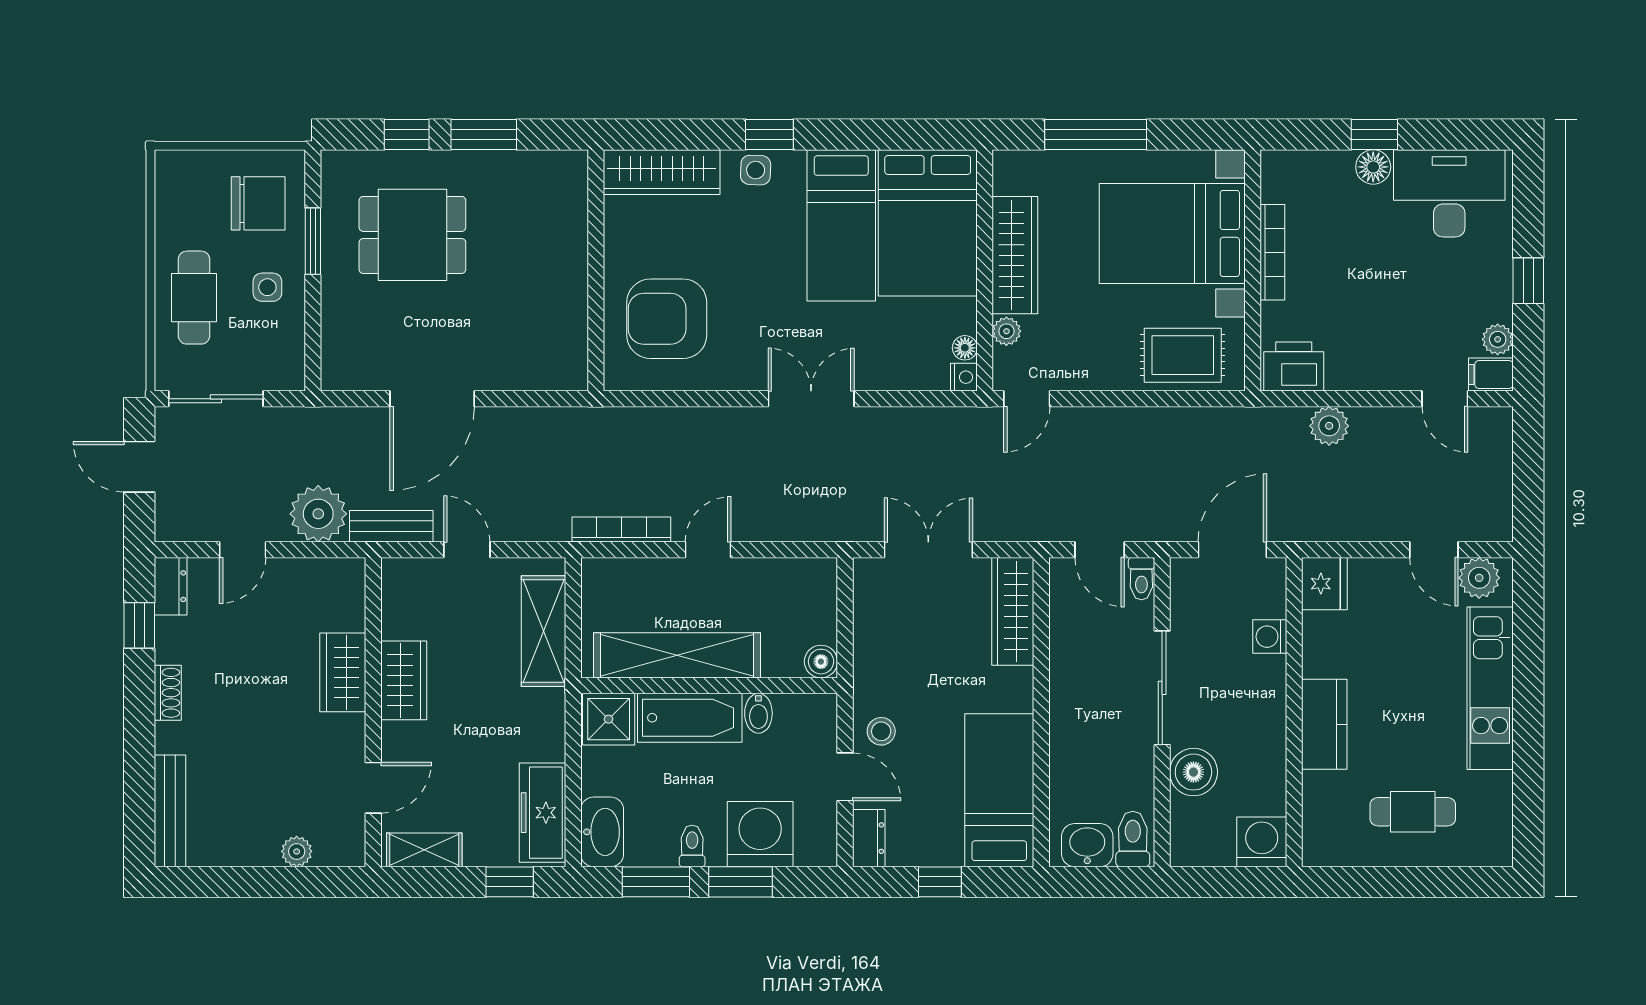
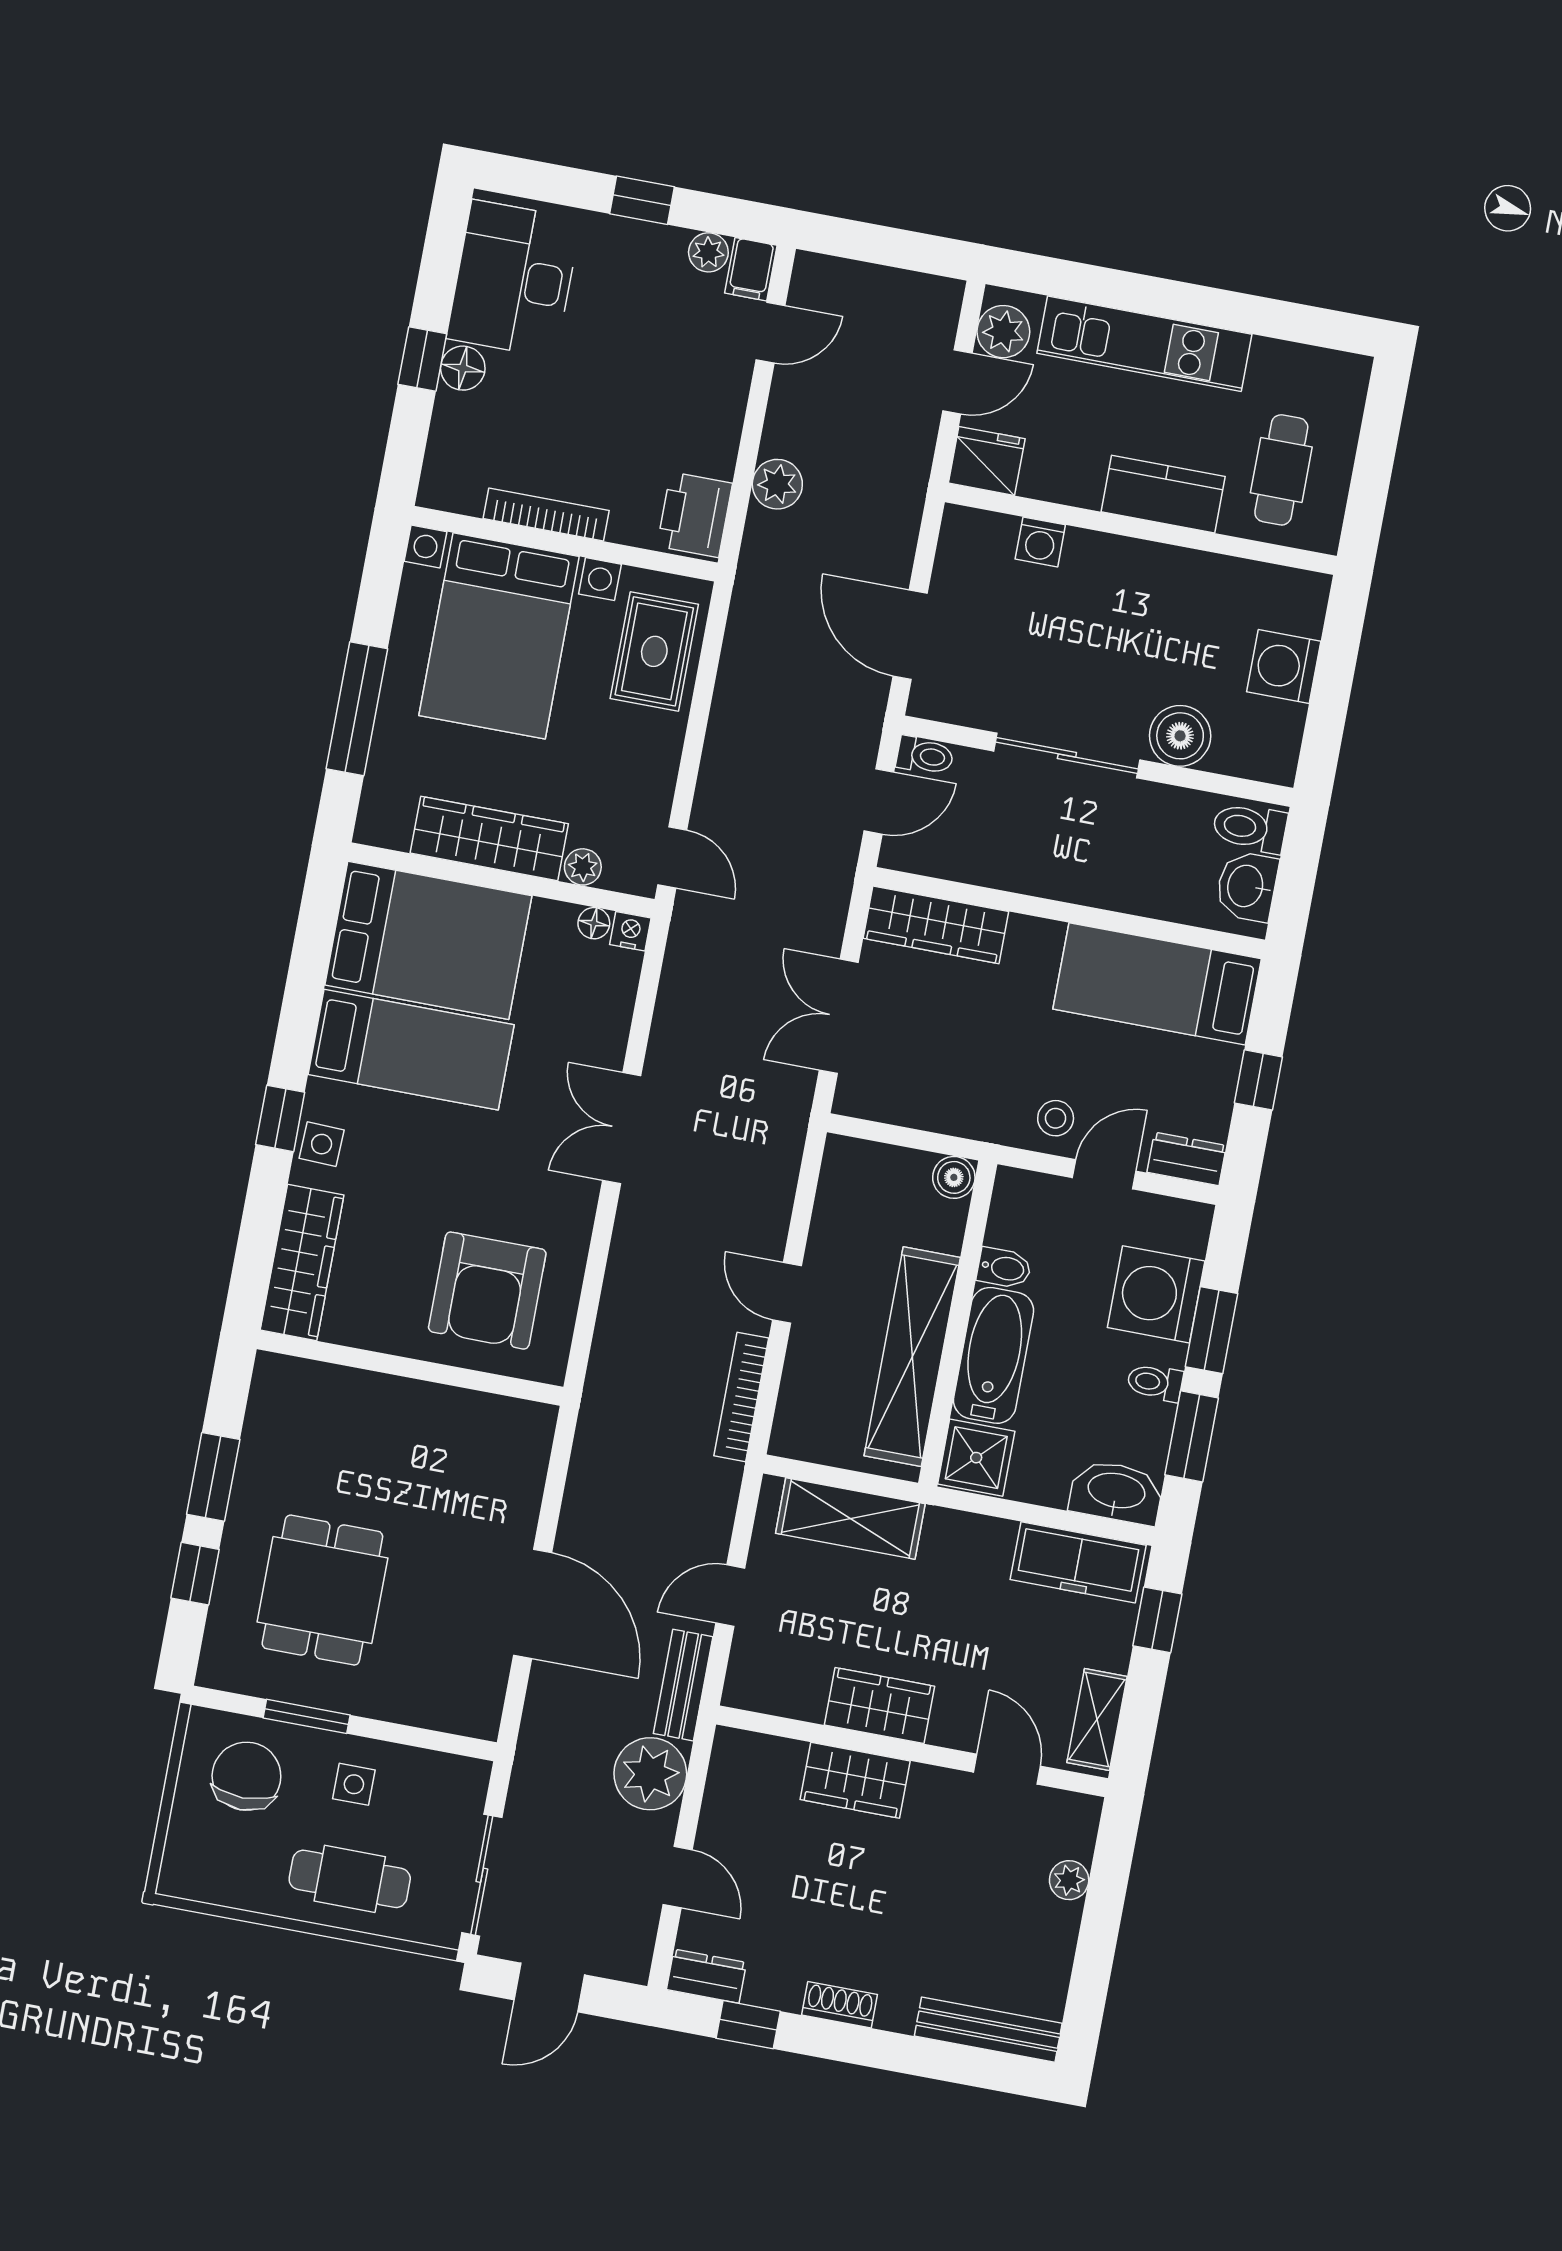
fridge: (1324, 584) -> (987, 461), moved
washing machine: (1270, 637) -> (1040, 542), moved
wall: (1294, 712) -> (1141, 529), moved
kitchen counter: (1324, 724) -> (1163, 494), moved

